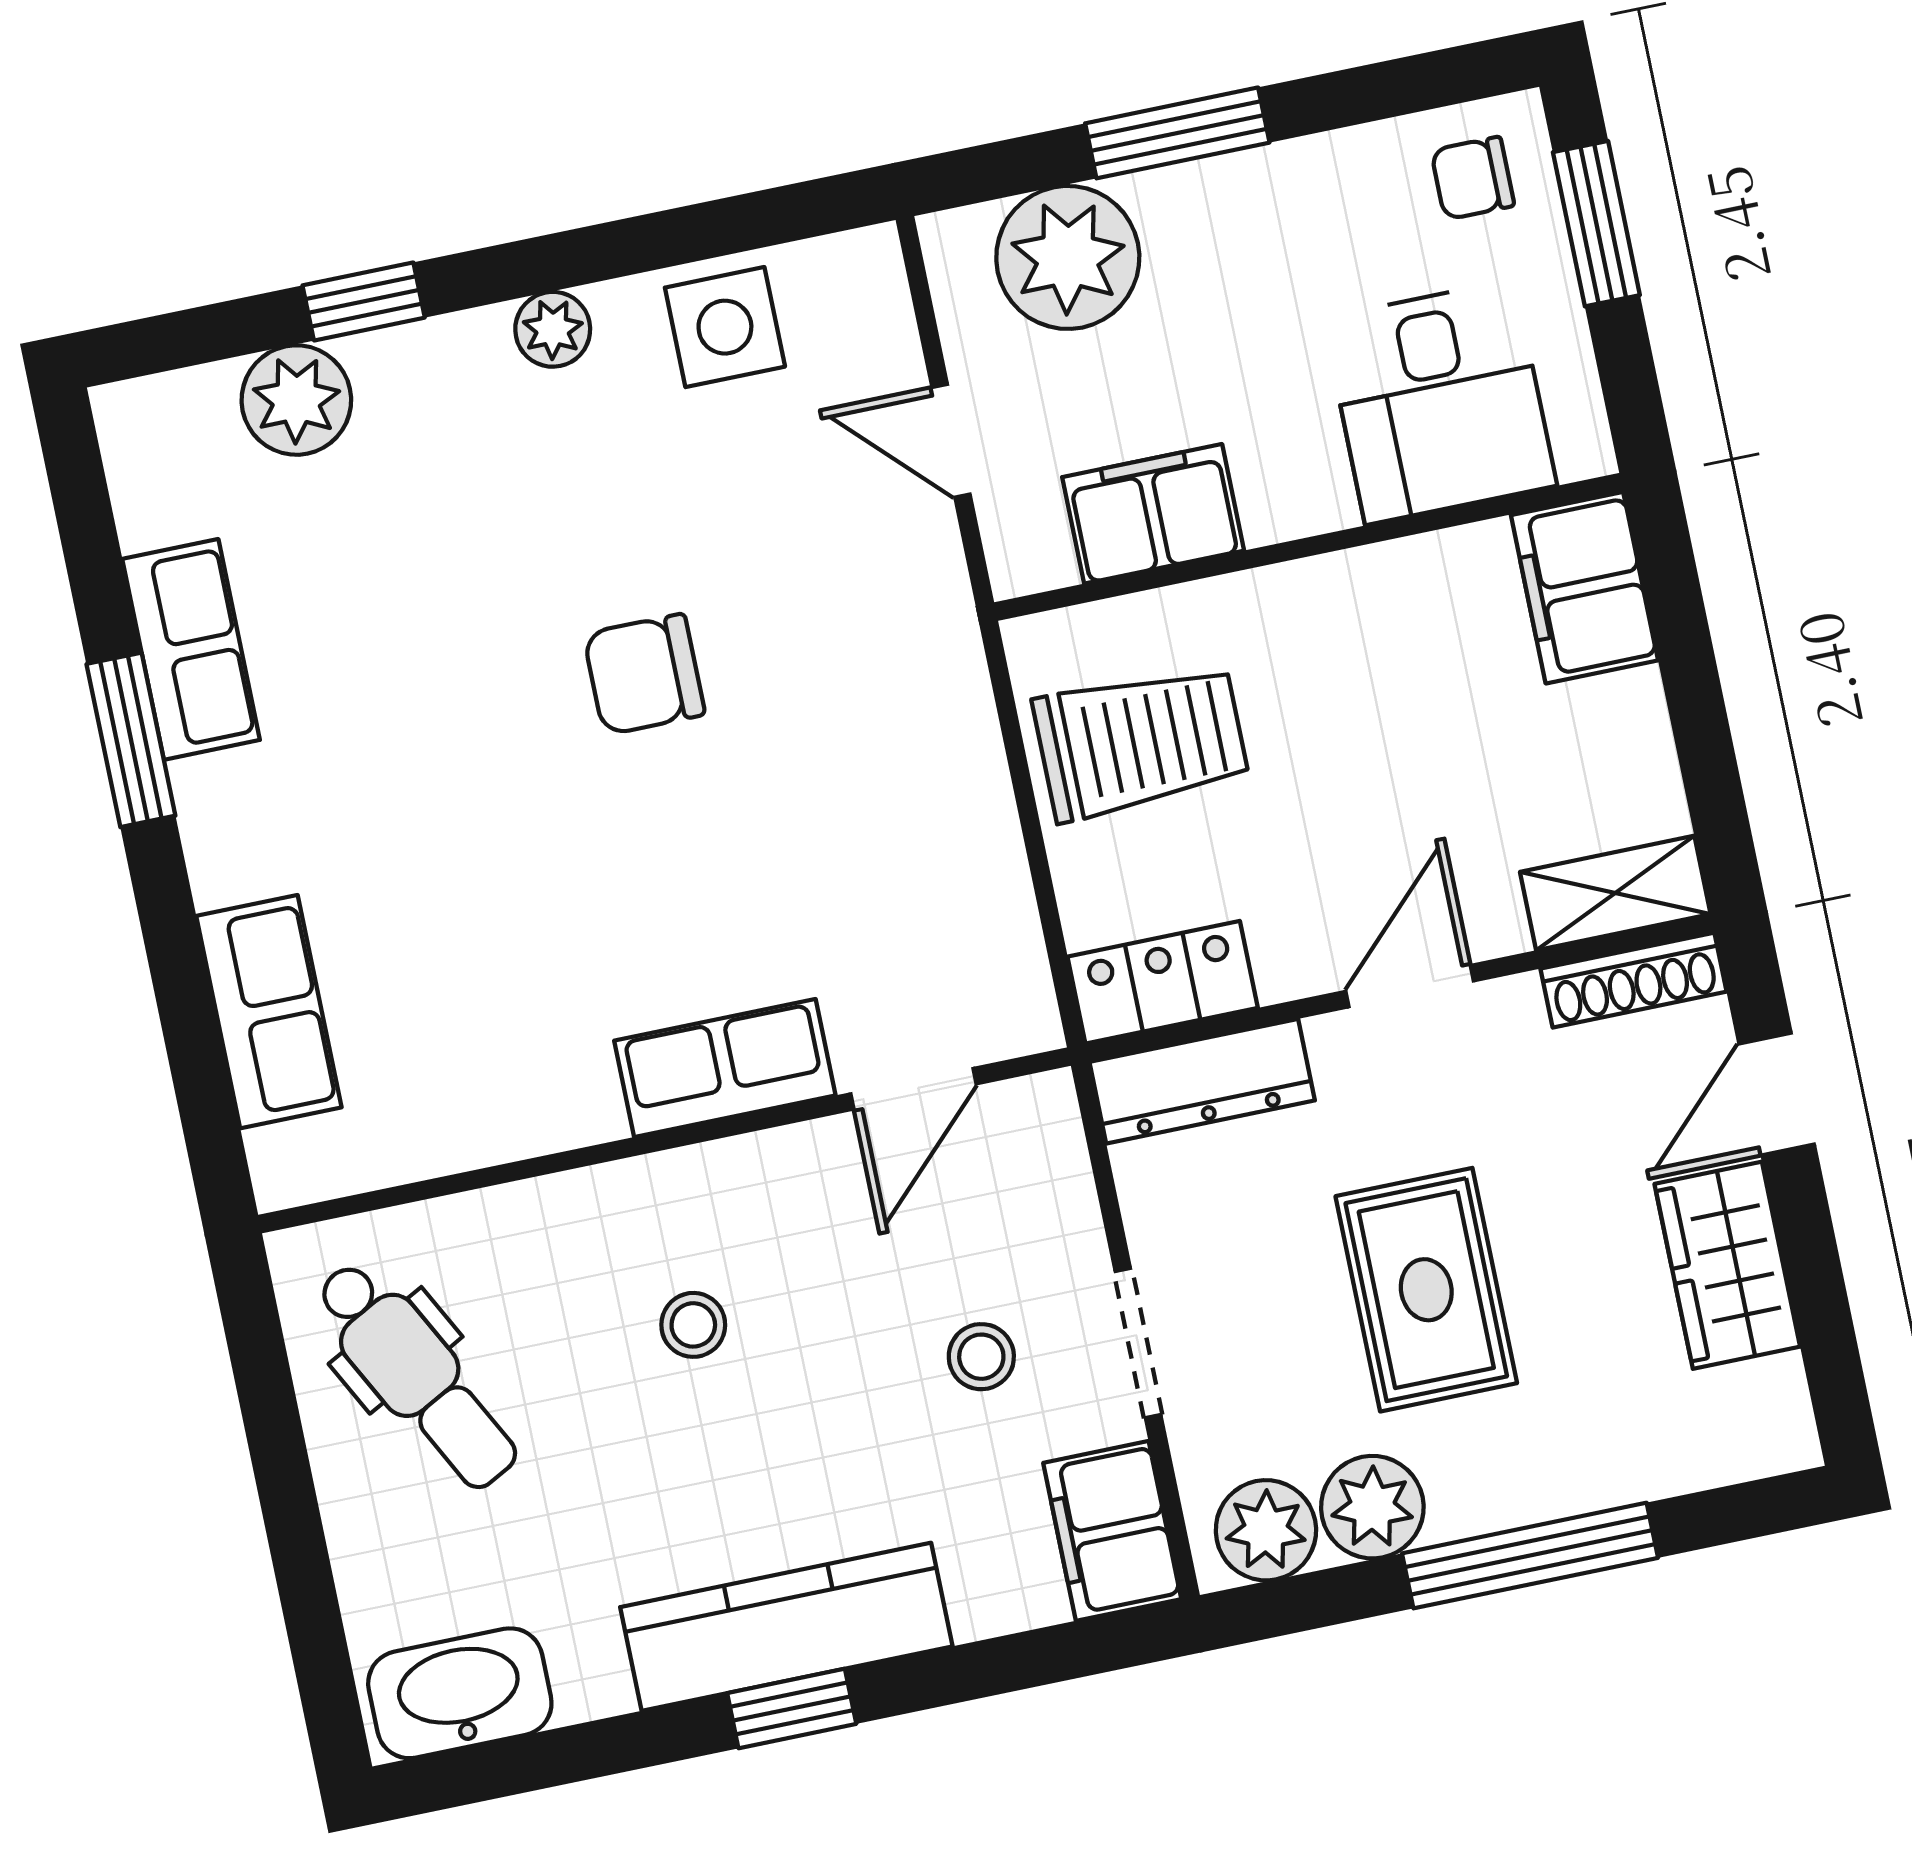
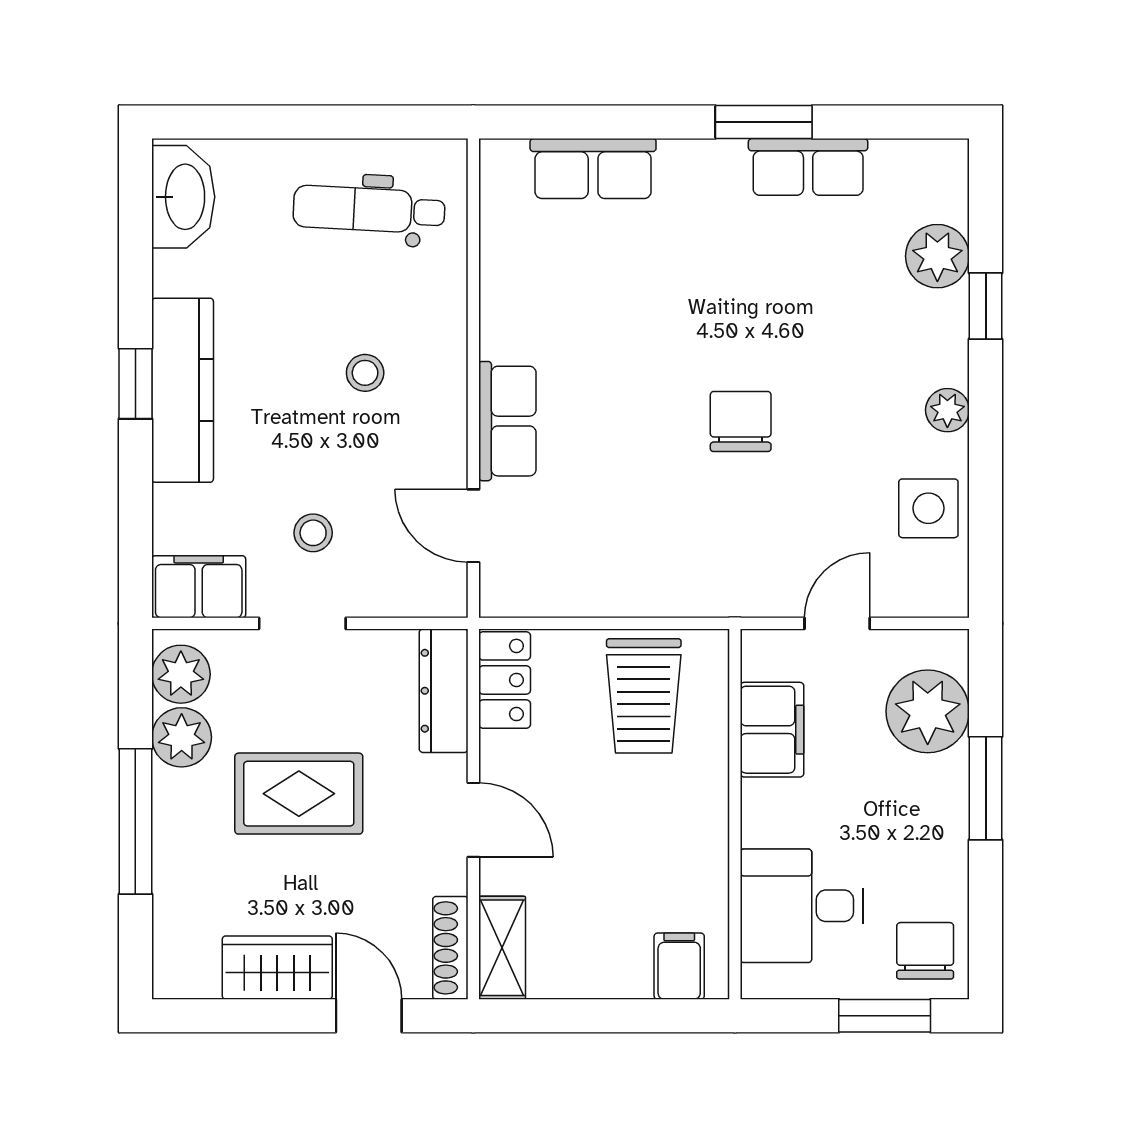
chair: (1473, 178) -> (925, 951), width x1.37, depth x1.37
filing cabinet: (1584, 588) -> (679, 966), width x0.50
dental chair: (416, 1375) -> (369, 209), turned 31

